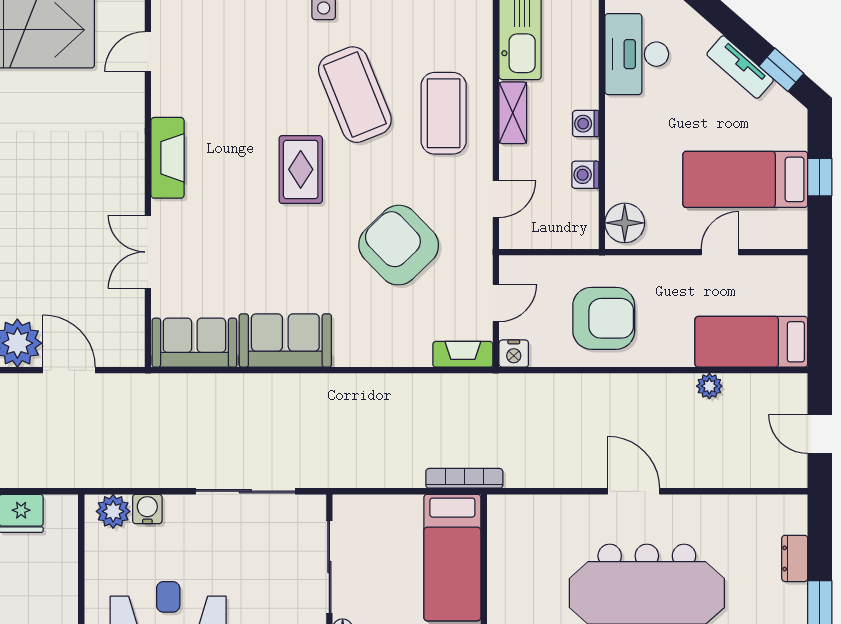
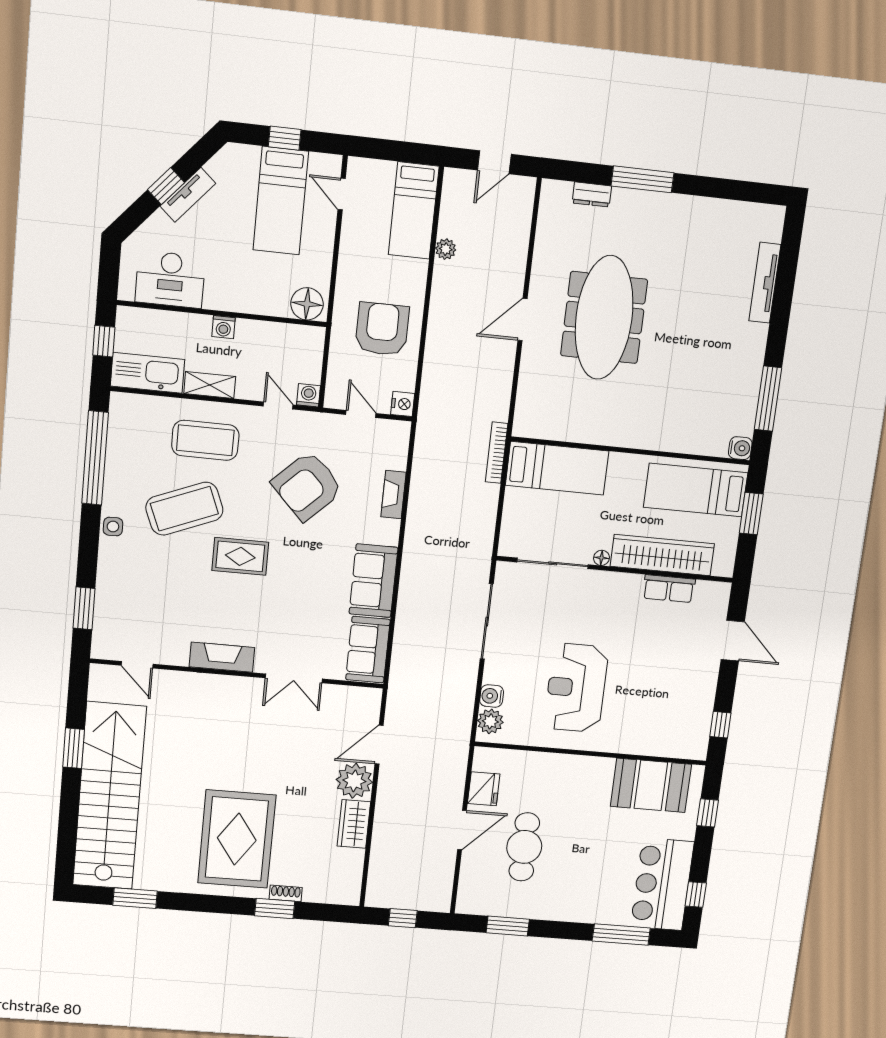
window: (781, 70) -> (166, 186), moved
washing machine: (585, 175) -> (308, 395), moved, turned 180
door: (720, 252) -> (342, 194), moved
fireplace: (463, 354) -> (394, 494), moved

